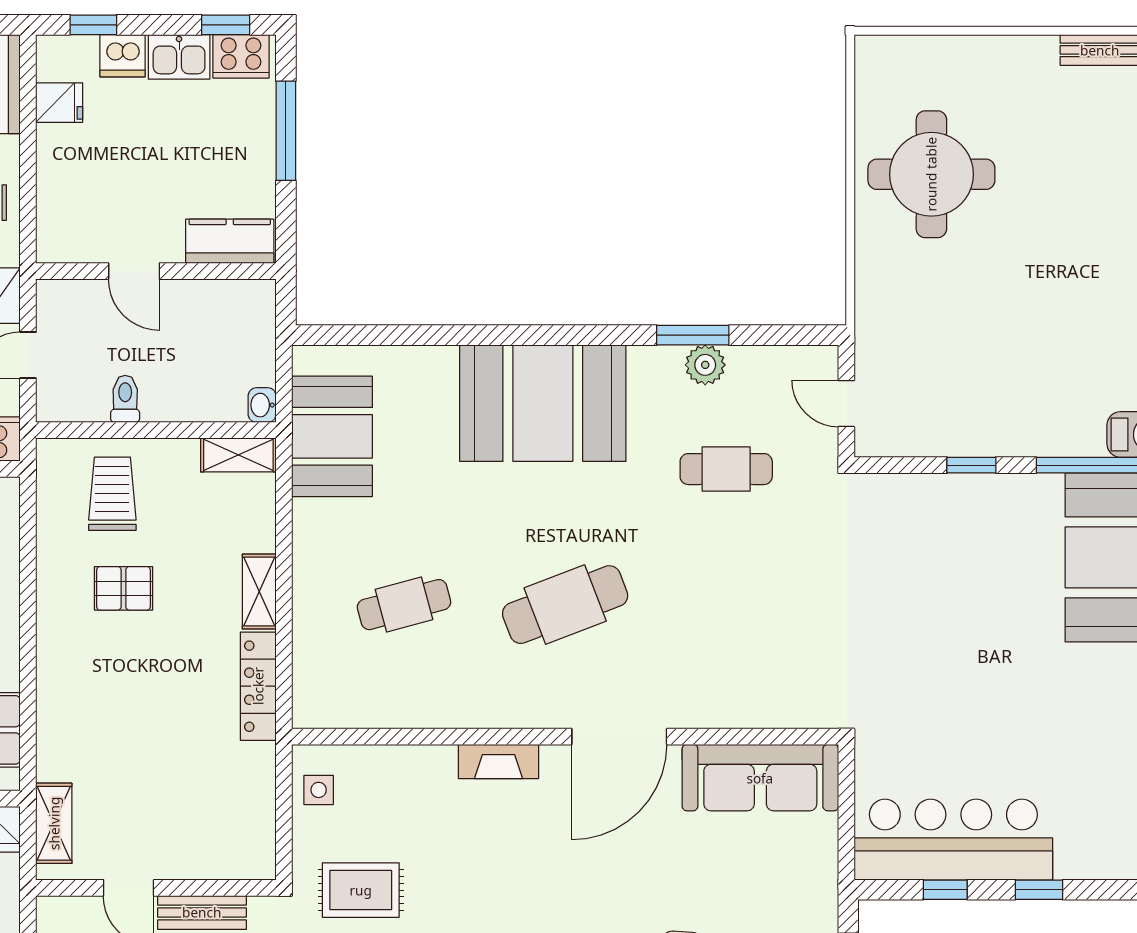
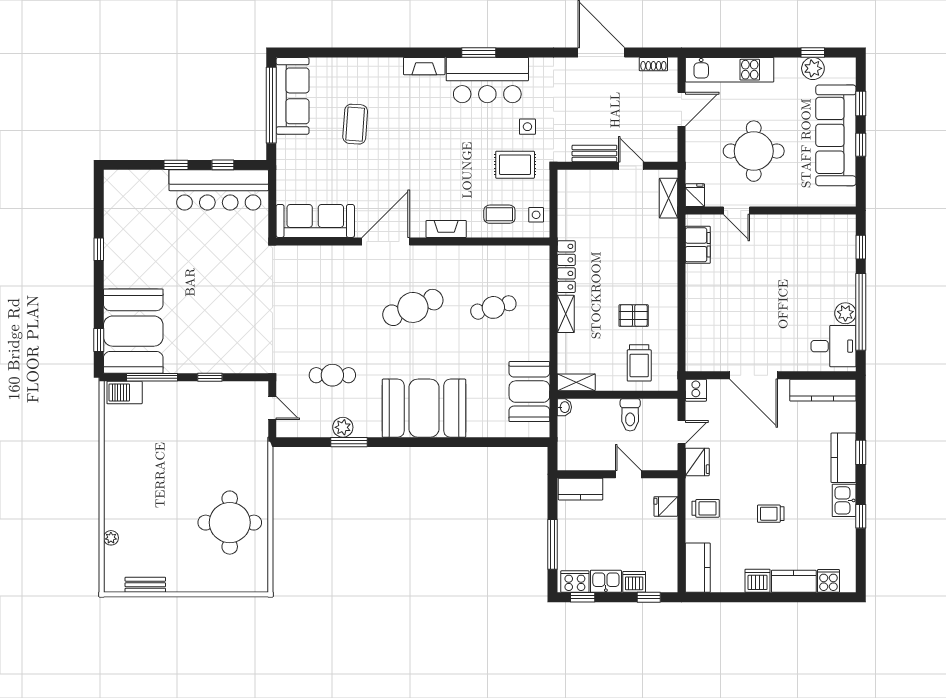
fridge: (59, 103) -> (666, 506), moved
toilet: (125, 399) -> (630, 415), width x1.37, depth x1.39
coffee table: (392, 791) -> (499, 214), added

